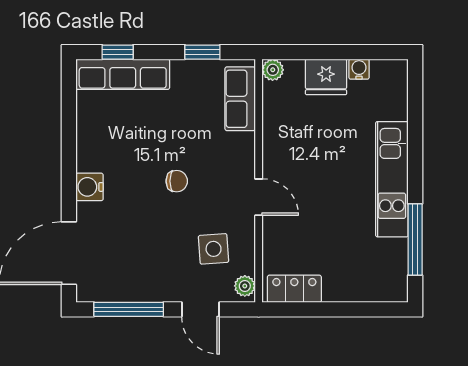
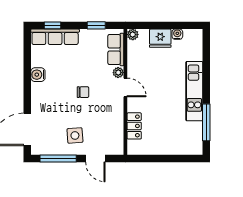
water cooler: (90, 187) -> (38, 75), moved
door: (259, 197) -> (125, 87), moved
side table: (214, 249) -> (75, 135), moved
plant: (245, 286) -> (118, 73), moved
locker: (294, 289) -> (134, 126), moved, turned 90

